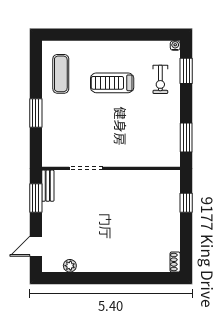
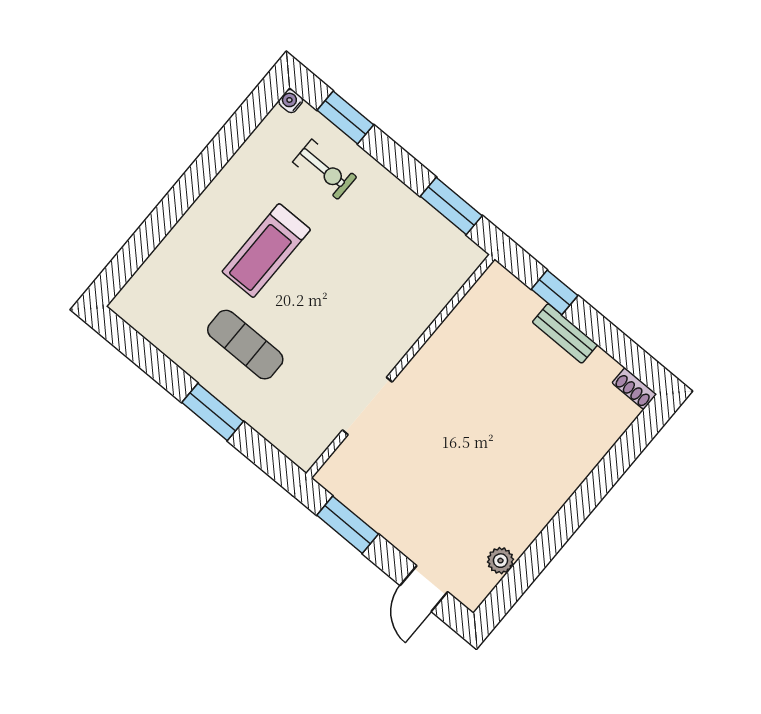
exercise mat: (61, 74) -> (245, 345), moved
bench: (48, 186) -> (565, 333), moved

